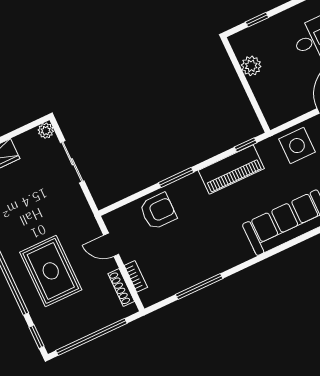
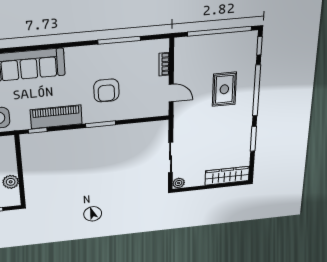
armchair: (158, 211) -> (106, 90), moved, turned -90
rug: (51, 271) -> (224, 89), width x0.73, depth x0.70
shoe rack: (121, 288) -> (179, 60), removed

